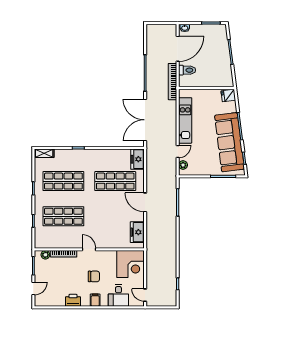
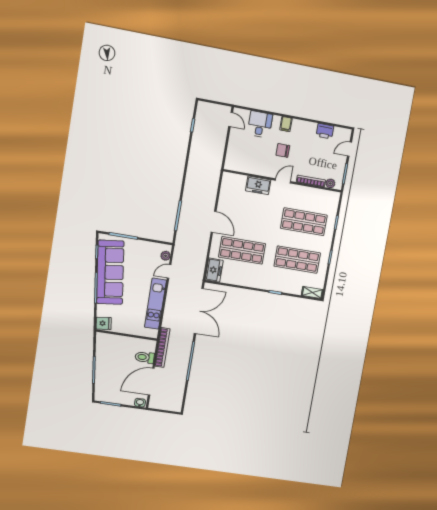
freezer: (137, 232) -> (258, 185), moved, turned 90
door: (89, 249) -> (283, 181), swing flipped
corner desk: (131, 264) -> (241, 157), removed
printer: (73, 300) -> (325, 131), moved

